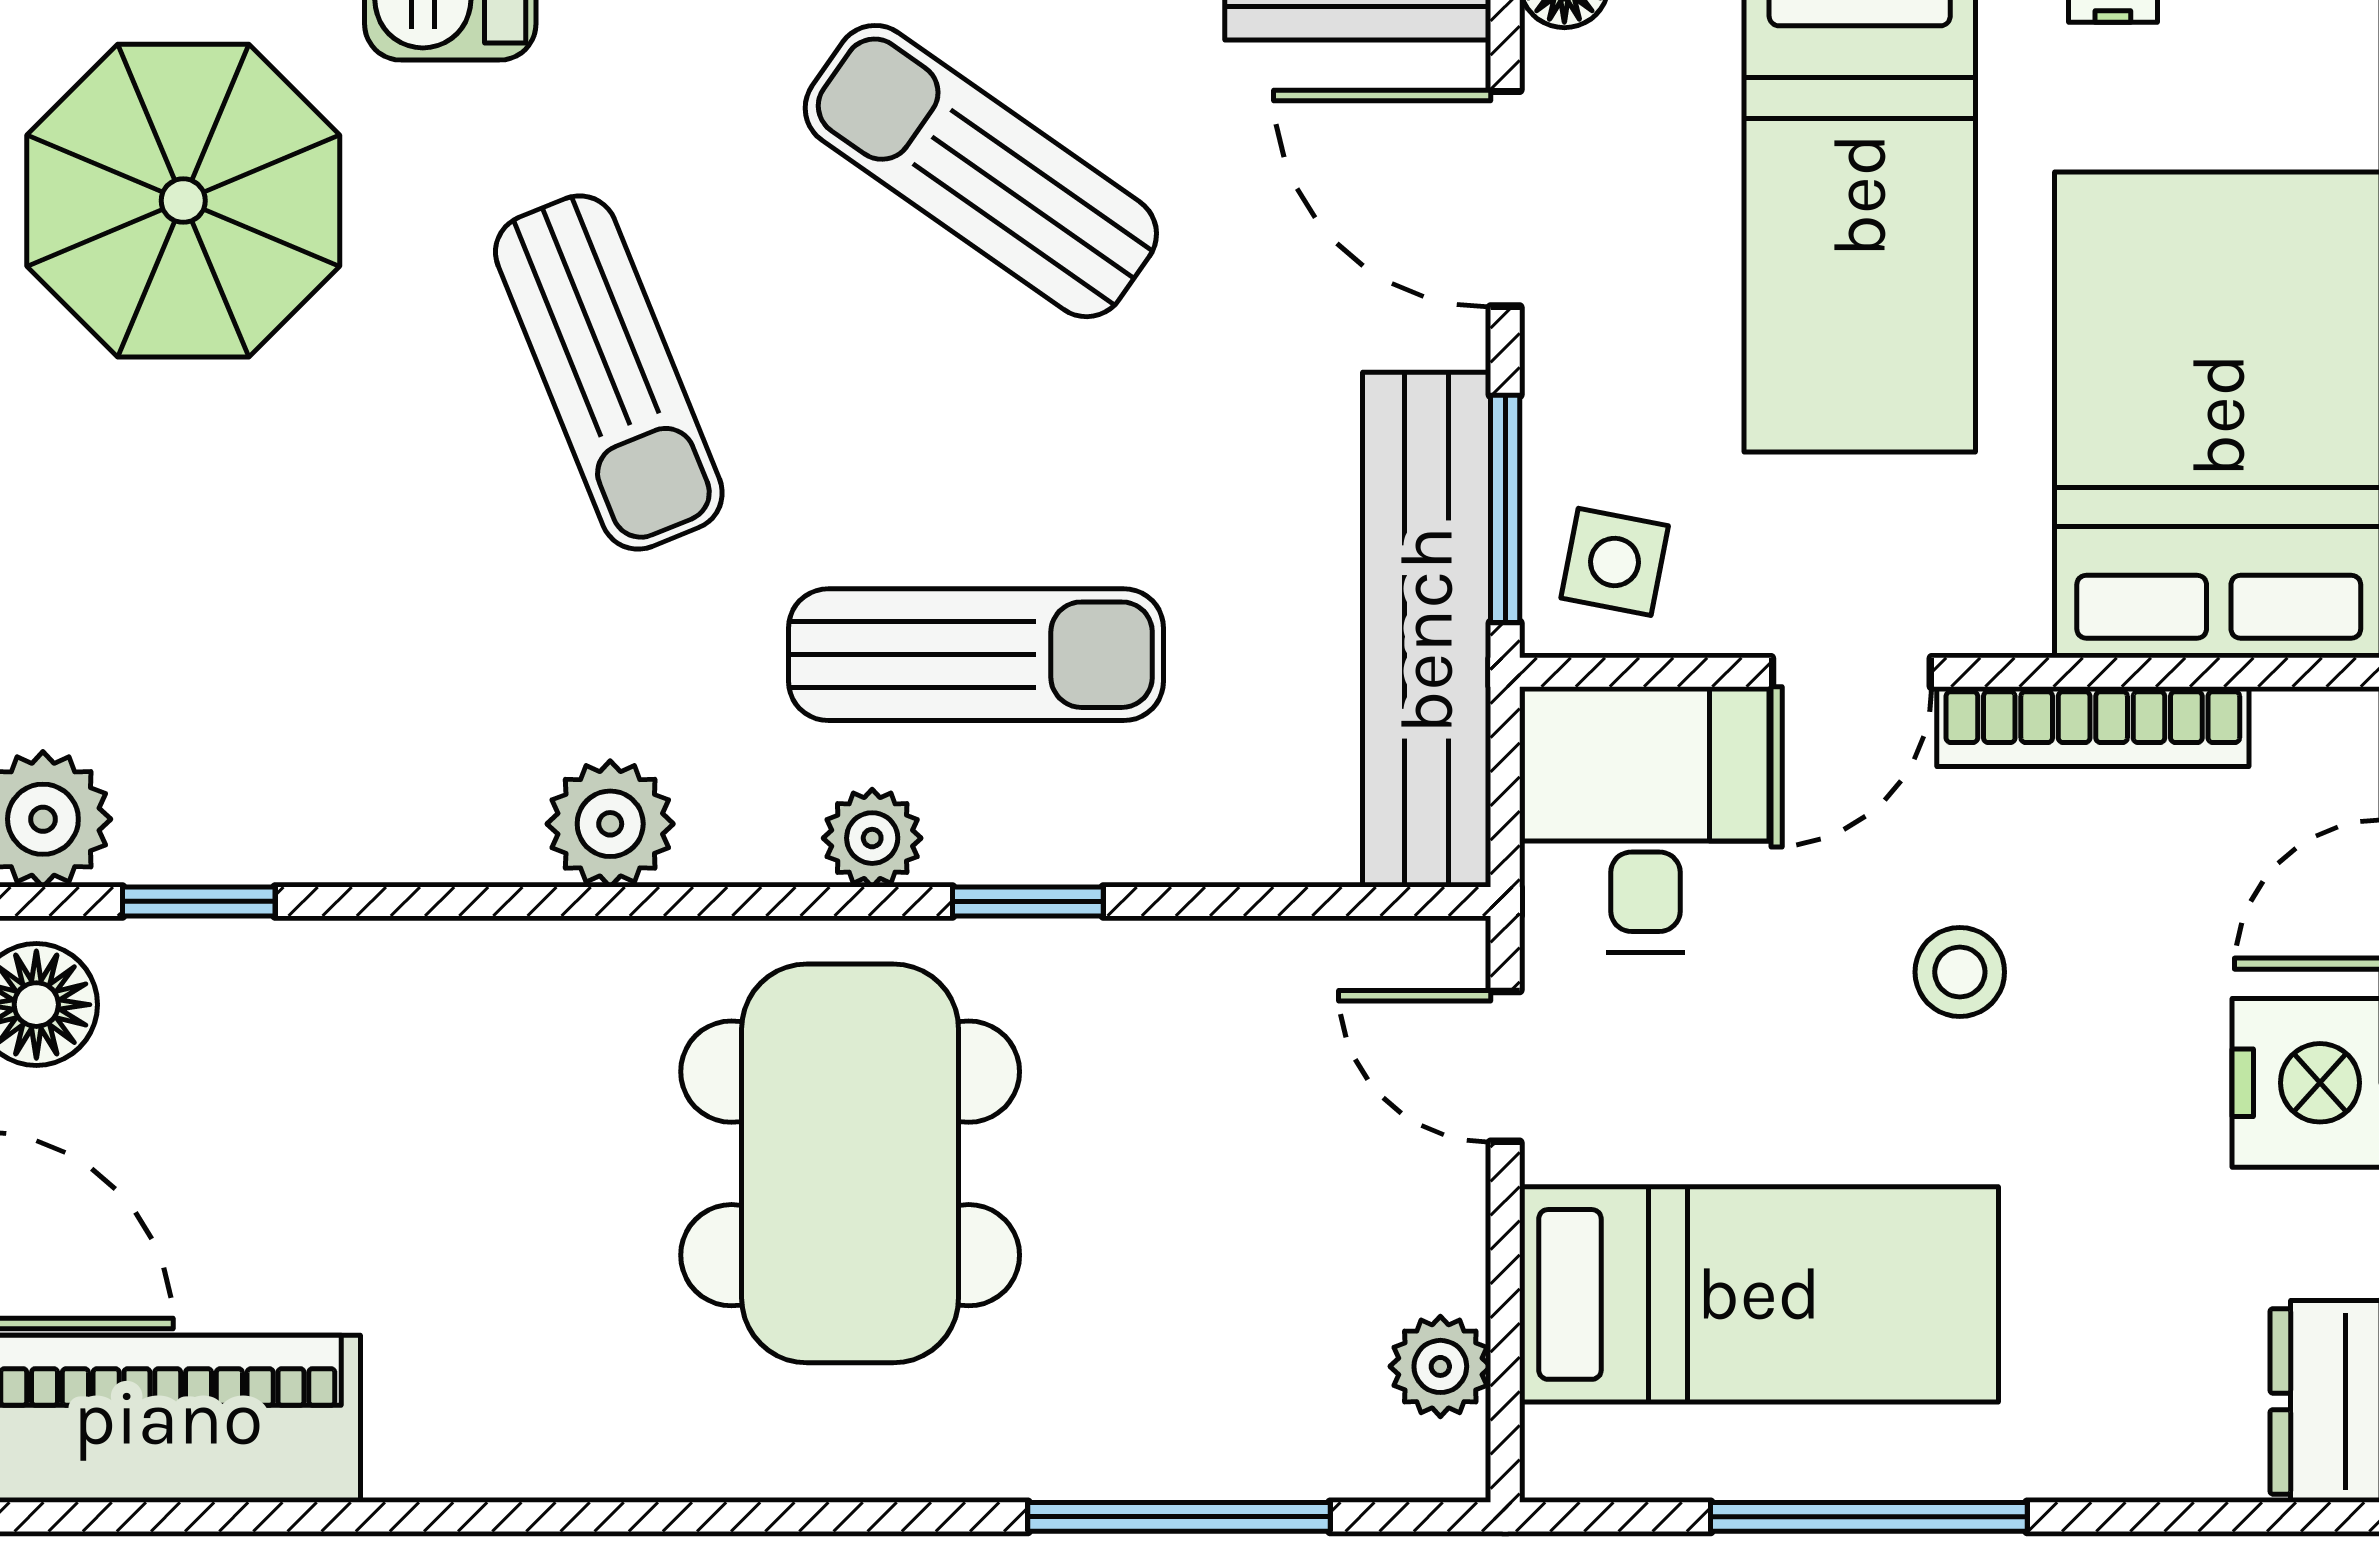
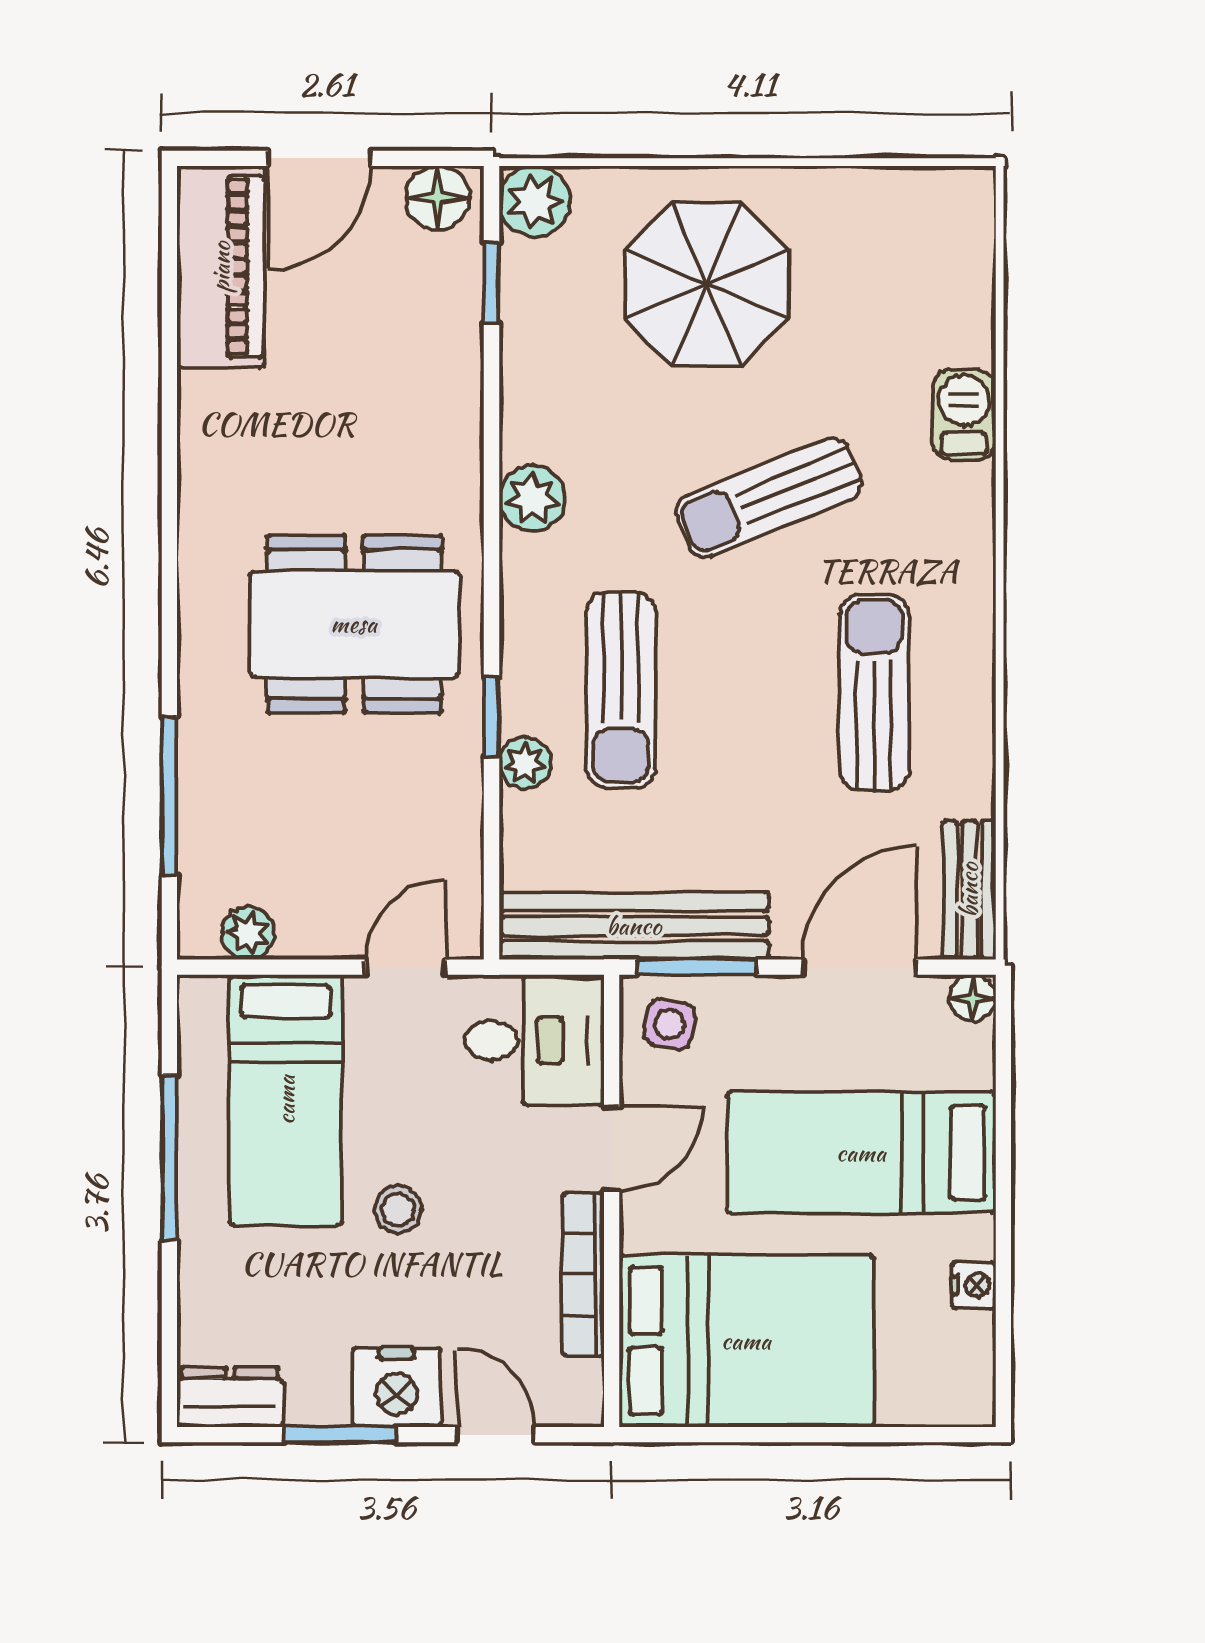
sun lounger: (981, 171) -> (874, 693), turned -35
parasol: (183, 201) -> (707, 284), moved
door: (1851, 672) -> (612, 1148), swing flipped
plant: (872, 838) -> (525, 763), moved
stool: (1960, 972) -> (398, 1210), moved

